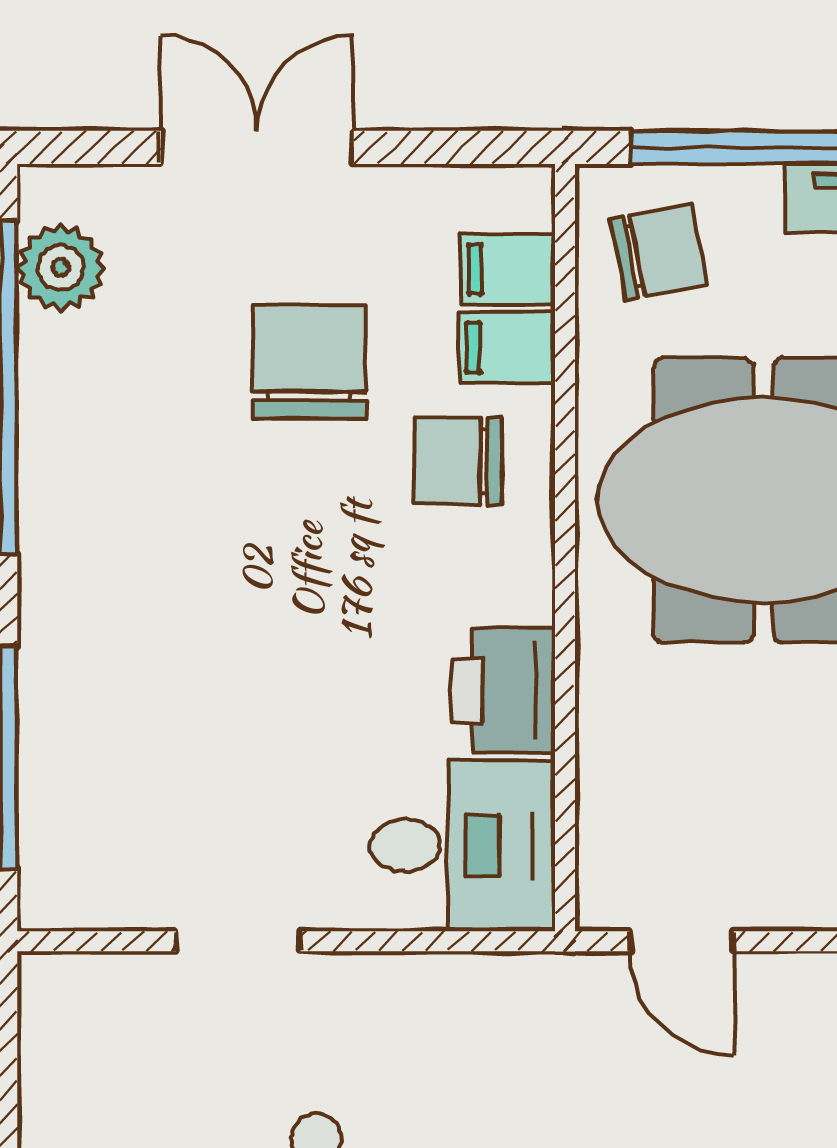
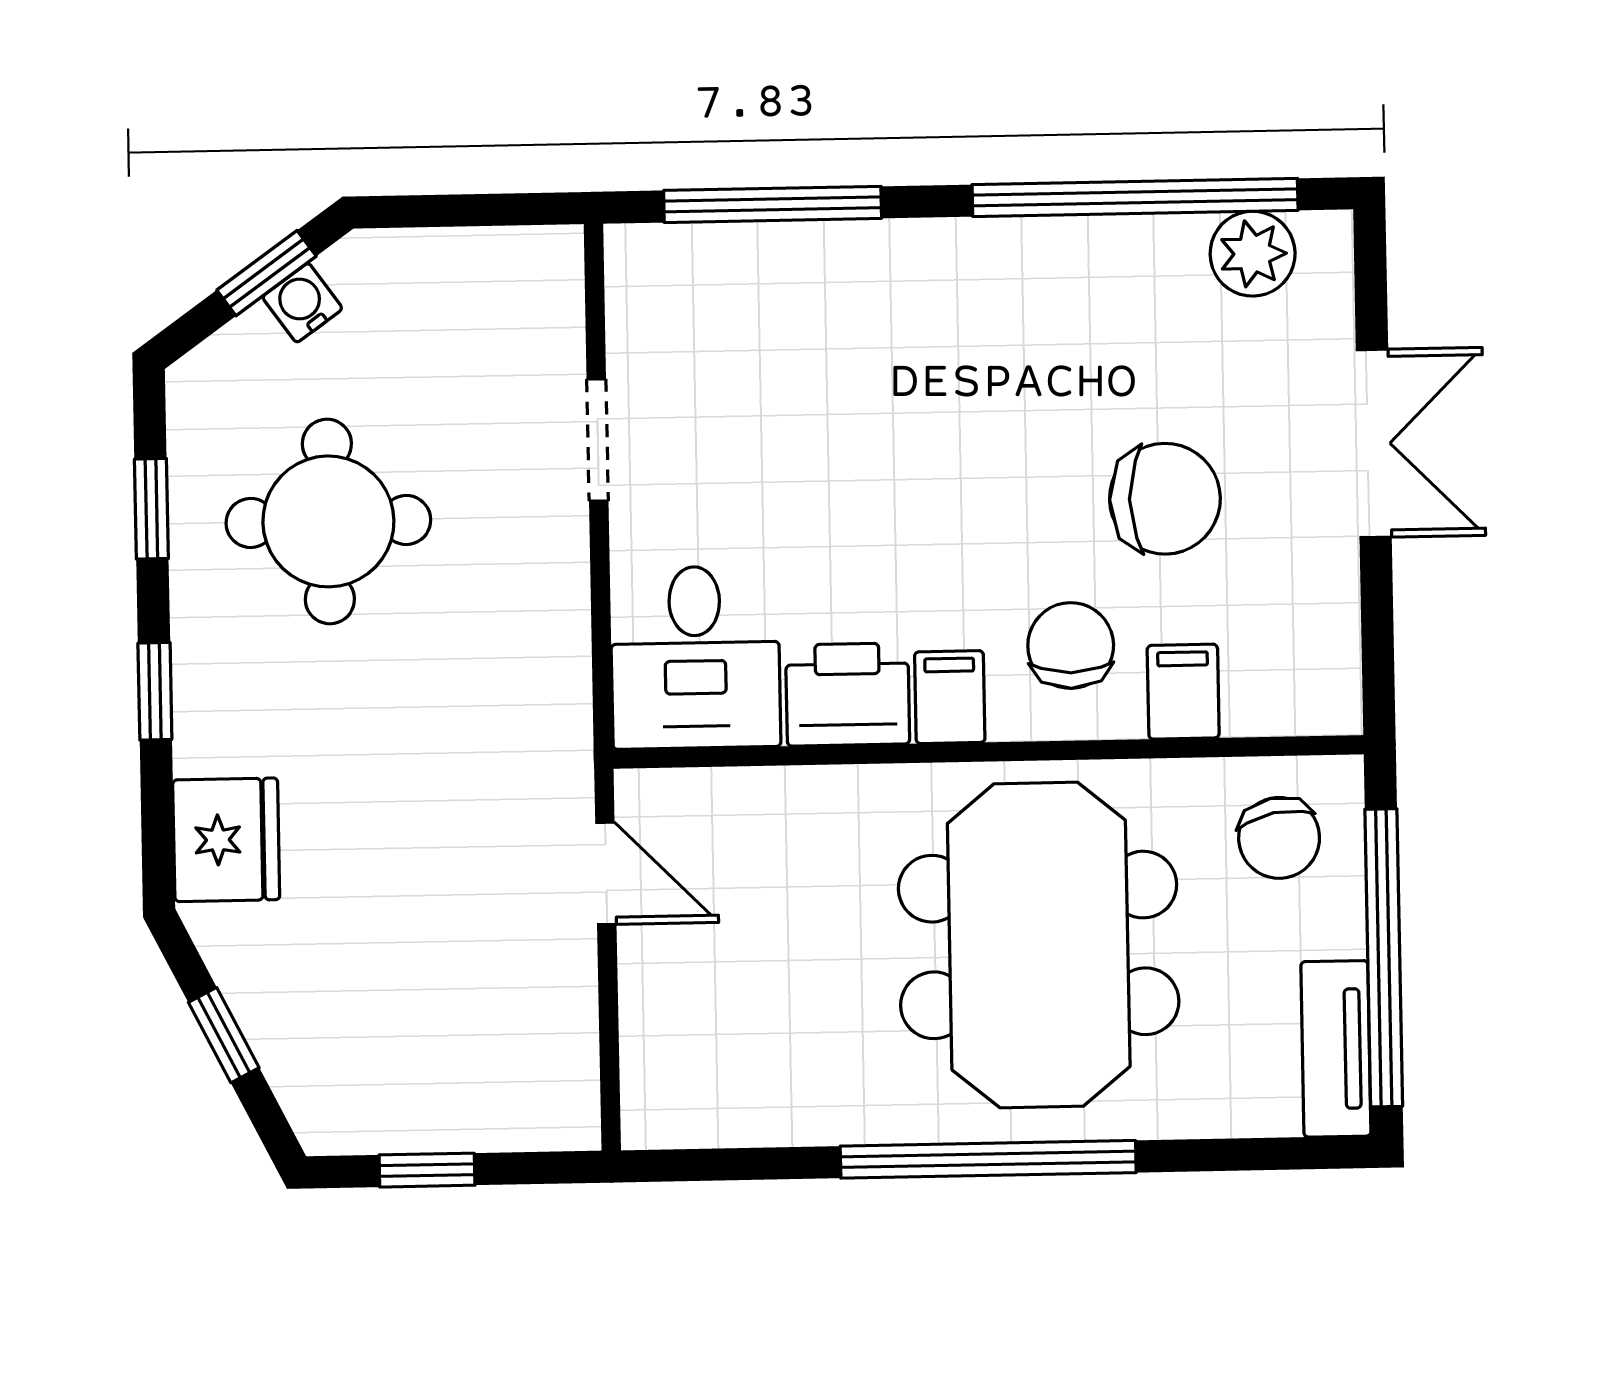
filing cabinet: (508, 269) -> (950, 697), moved
door: (682, 941) -> (606, 873), swing flipped

